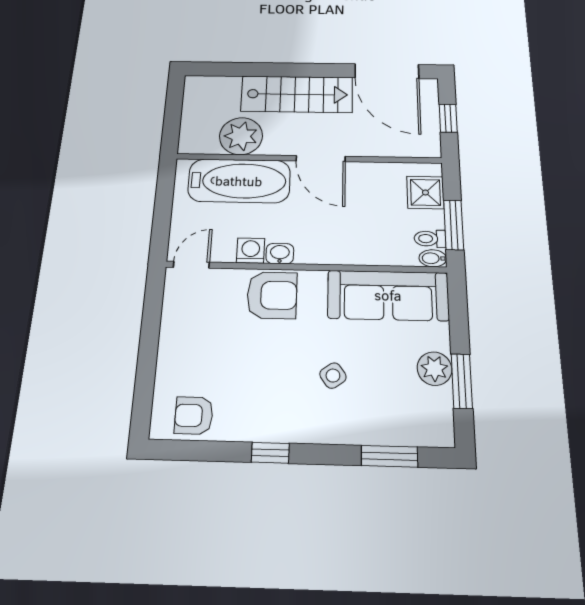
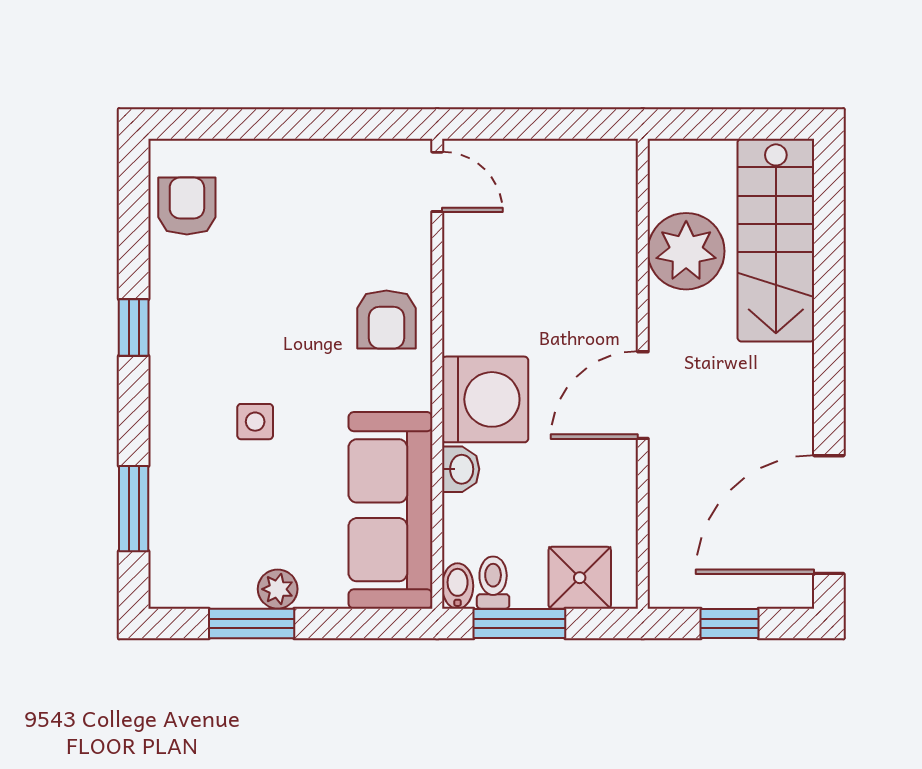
stairs: (297, 94) -> (776, 240), moved
bathtub: (239, 181) -> (596, 253), removed
washing machine: (251, 251) -> (485, 399), moved, width x1.89, depth x1.89
washbasin: (280, 254) -> (461, 469), moved
armchair: (272, 295) -> (386, 319), width x0.72, depth x0.72
plant: (434, 369) -> (278, 589), width x0.73, depth x0.73
side table: (333, 376) -> (255, 422), turned 35

